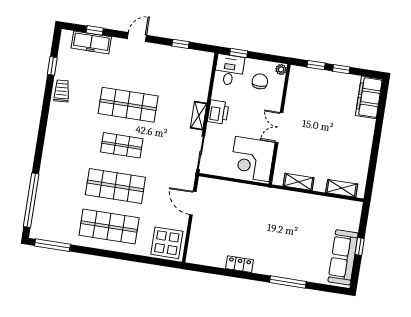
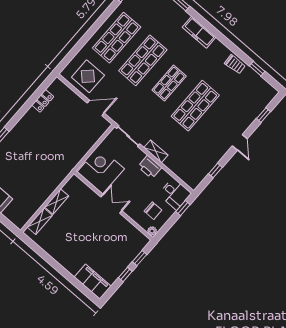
freezer: (91, 42) -> (199, 32), moved, turned -90
shelving: (299, 182) -> (57, 202), moved
display table: (167, 243) -> (88, 76), moved
locker: (240, 264) -> (43, 101), moved

